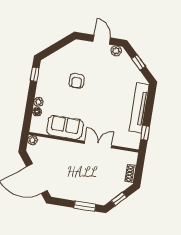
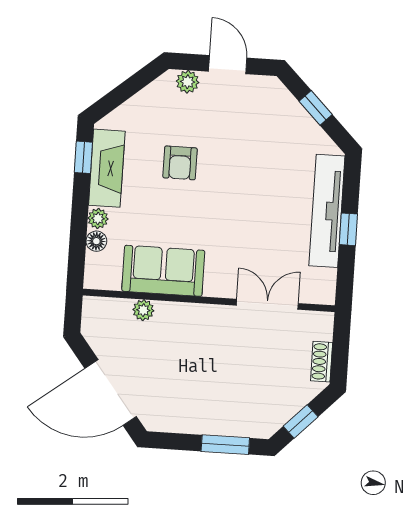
plant: (116, 51) -> (188, 82), moved
fireplace: (44, 80) -> (107, 168), added
window: (145, 133) -> (348, 229), moved
plant: (33, 140) -> (143, 310), moved
double door: (98, 144) -> (267, 304), moved

